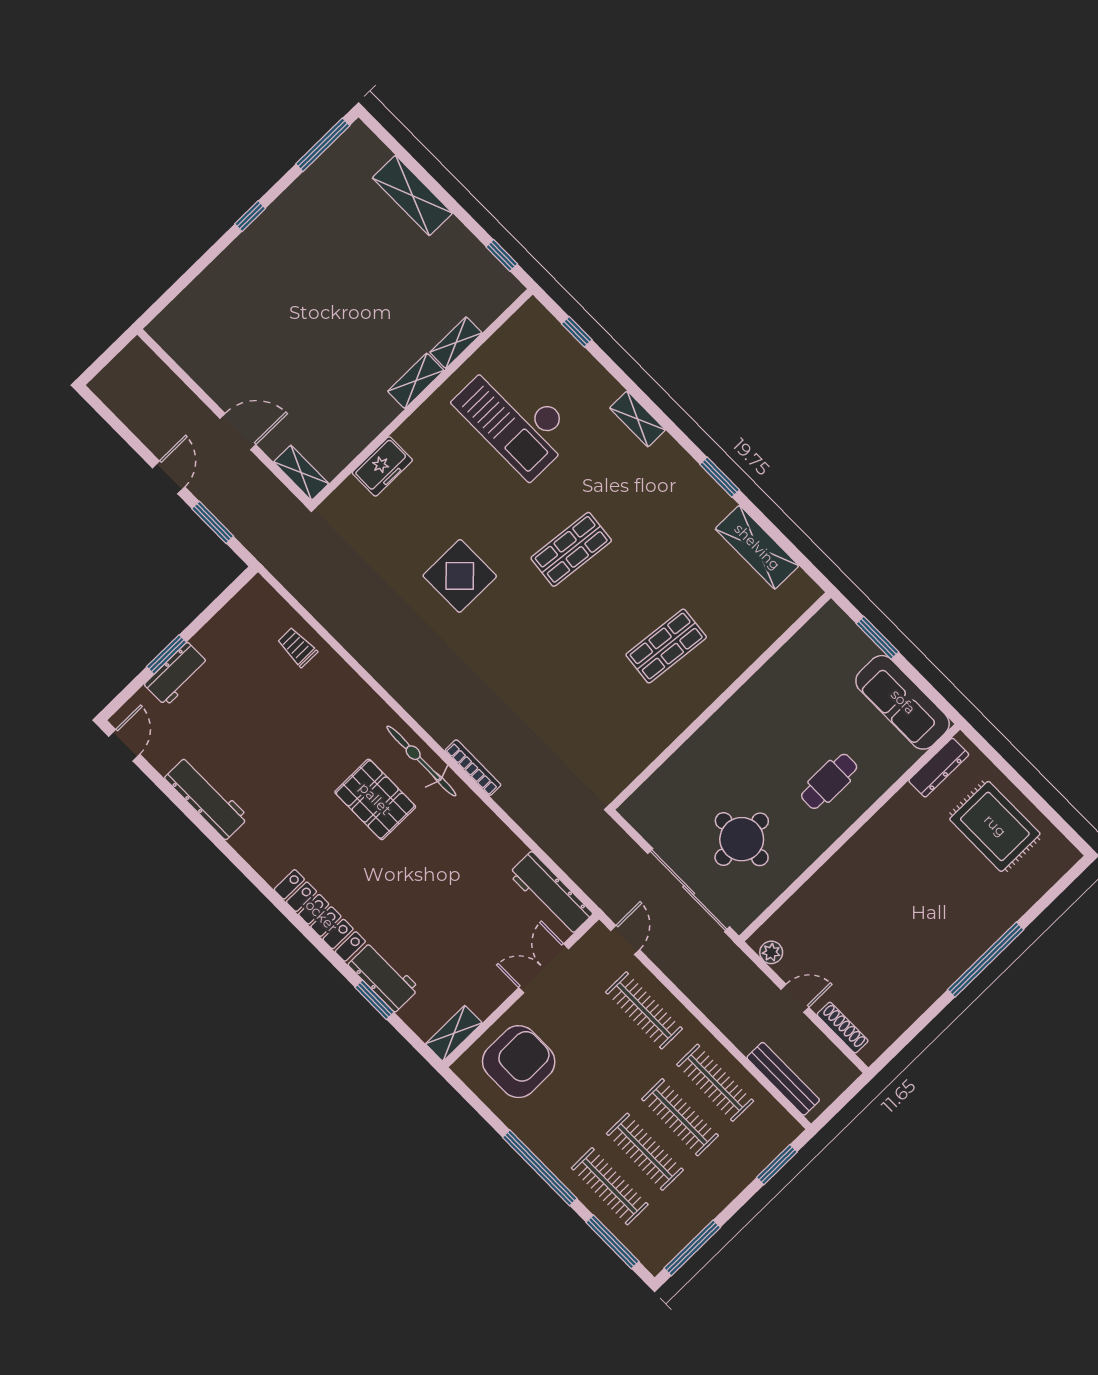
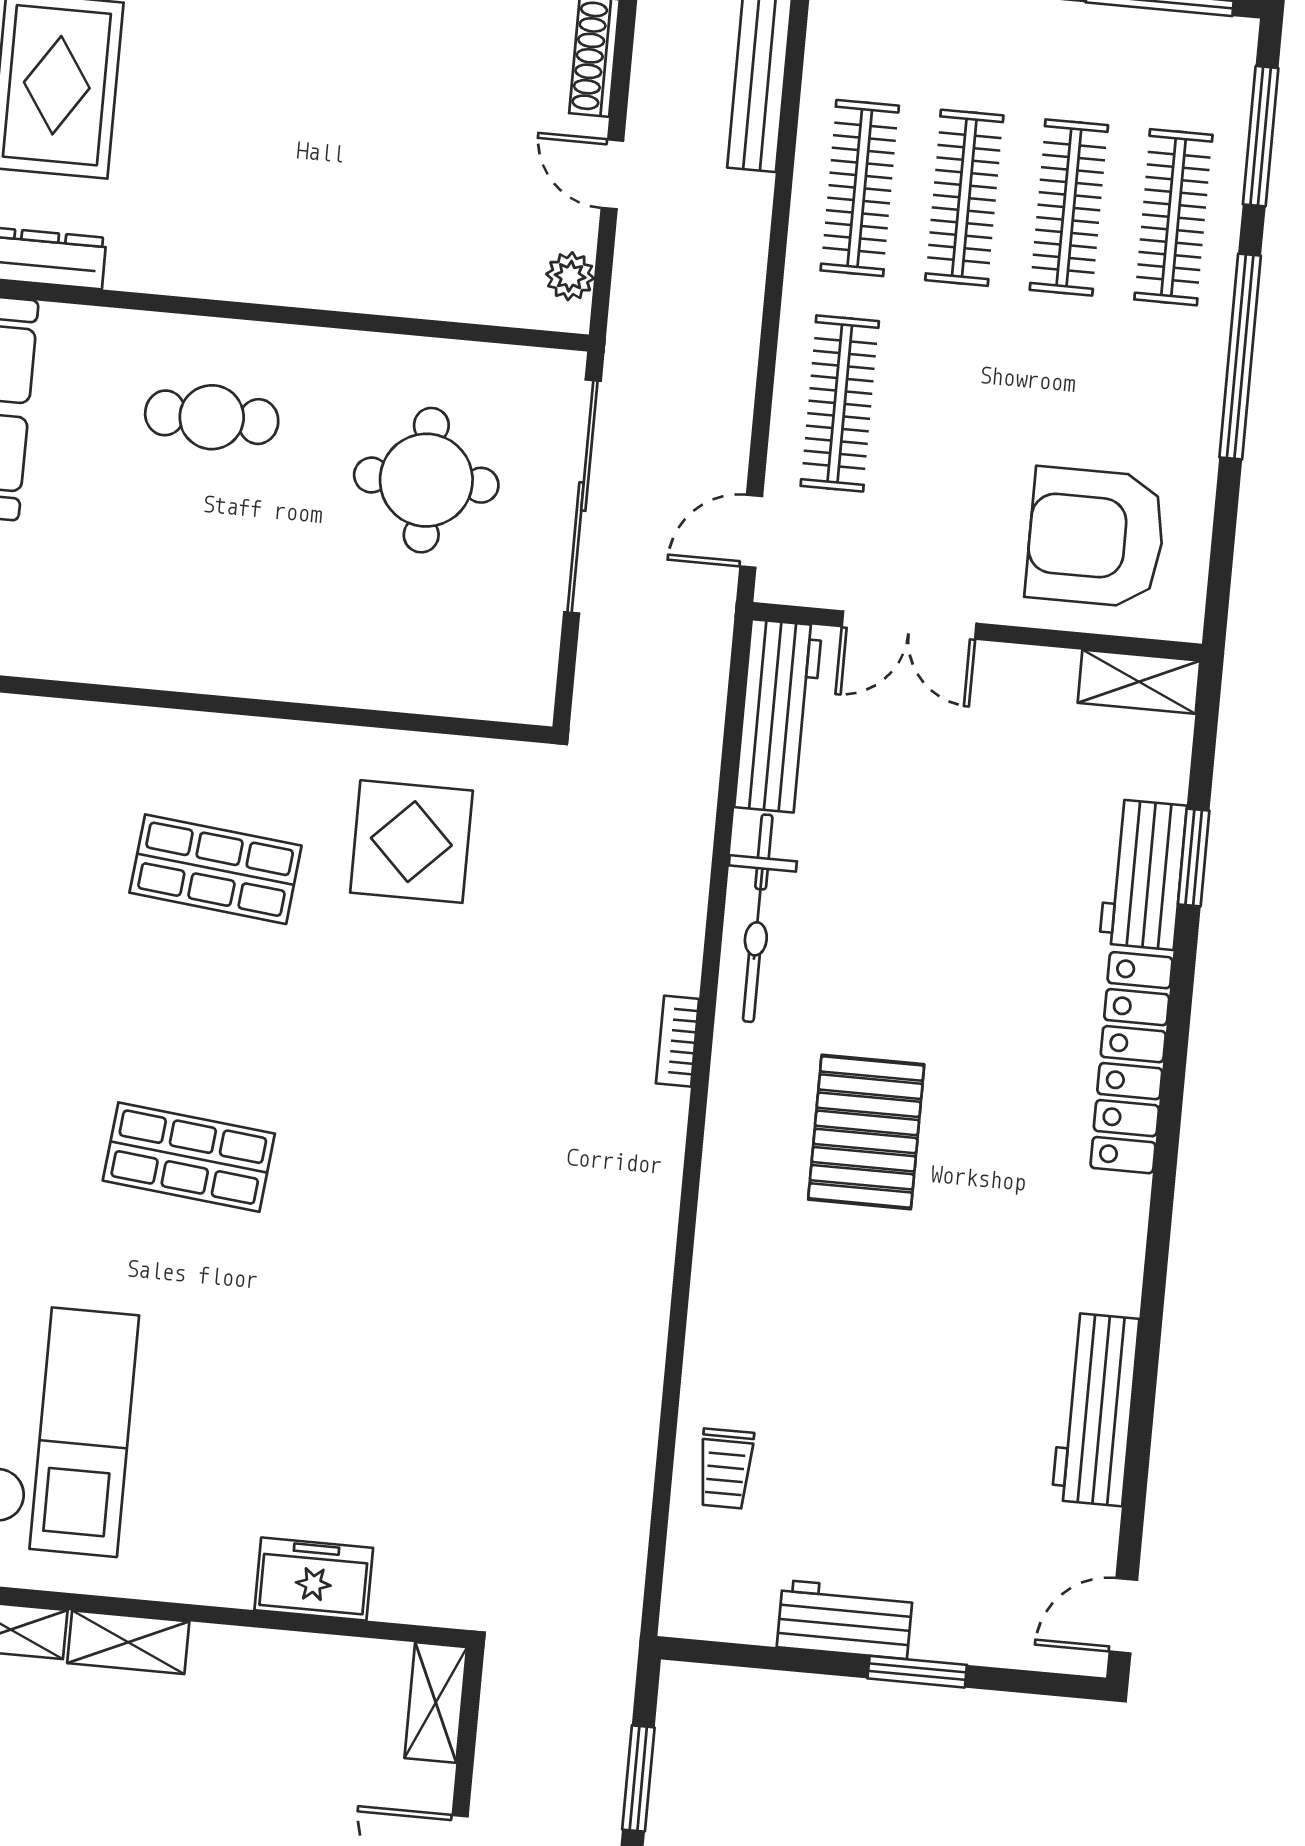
display table: (460, 576) -> (411, 842), moved
workbench: (177, 674) -> (845, 1620), moved
bicycle: (421, 761) -> (758, 918), moved
bookcase: (473, 768) -> (678, 1041), width x0.64

